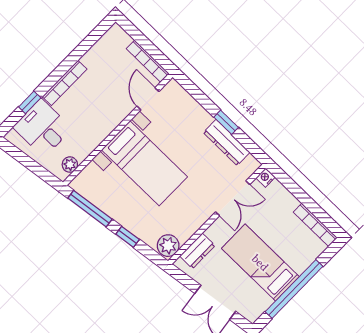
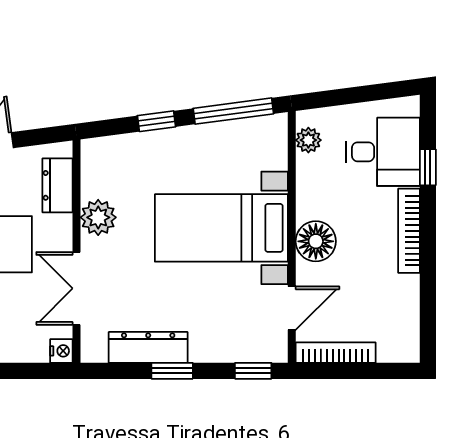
window: (191, 88) -> (253, 371), added
door: (148, 99) -> (292, 308), hinge flipped
floor lamp: (109, 118) -> (316, 241), added
plant: (168, 246) -> (98, 217), moved

